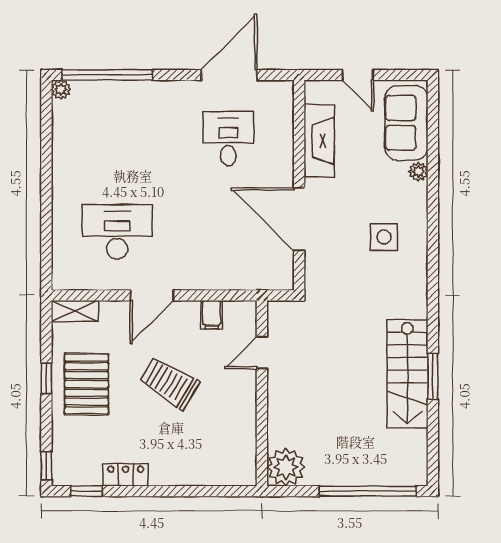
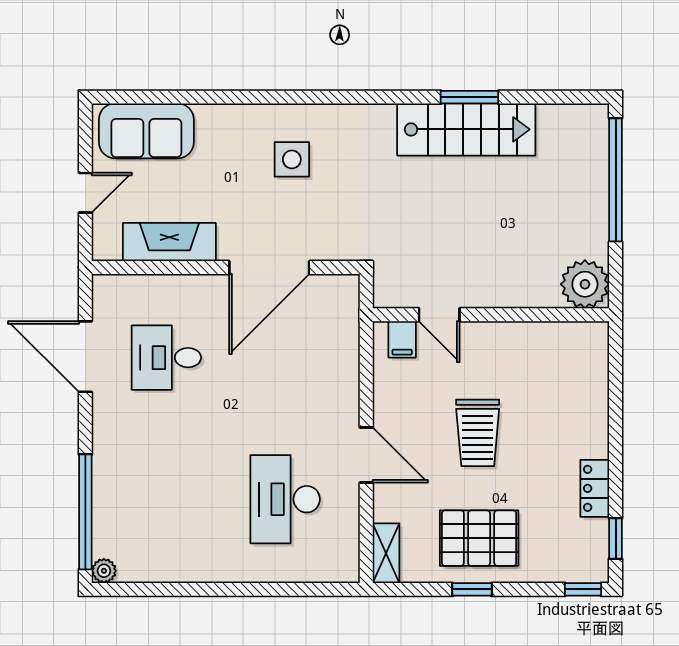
plant: (418, 172) -> (208, 115), removed
filing cabinet: (212, 315) -> (402, 339), moved, turned 90
trolley: (169, 383) -> (478, 433), turned -31

